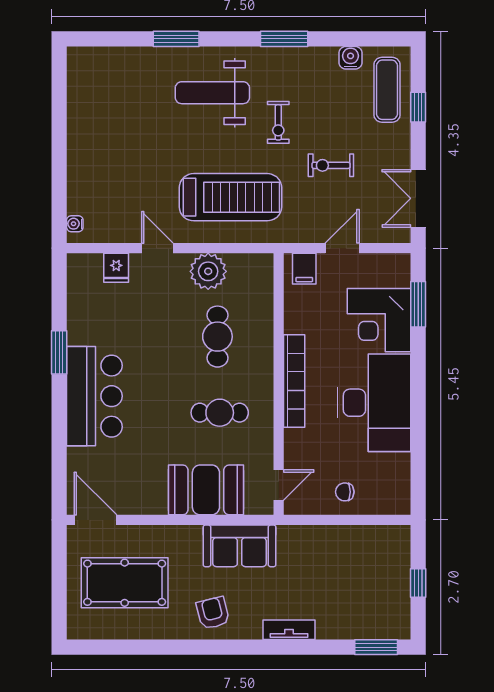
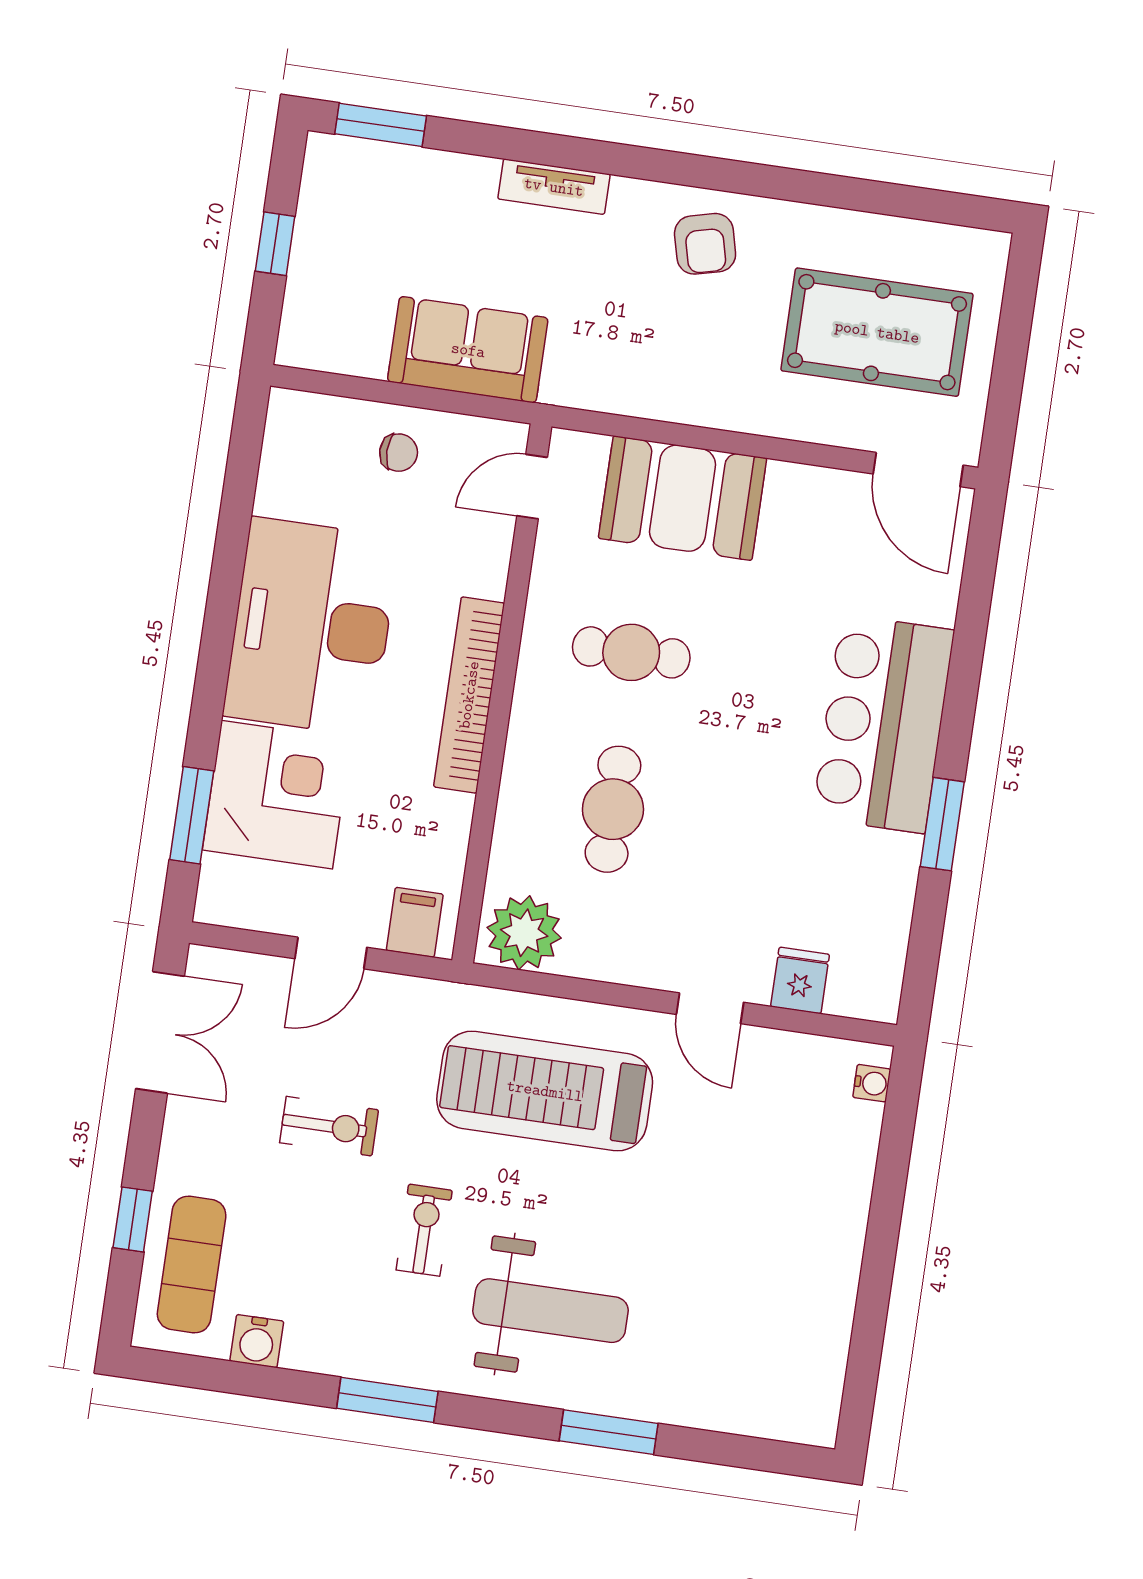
plant: (208, 271) -> (524, 933), moved
sofa: (239, 546) -> (468, 350), moved

